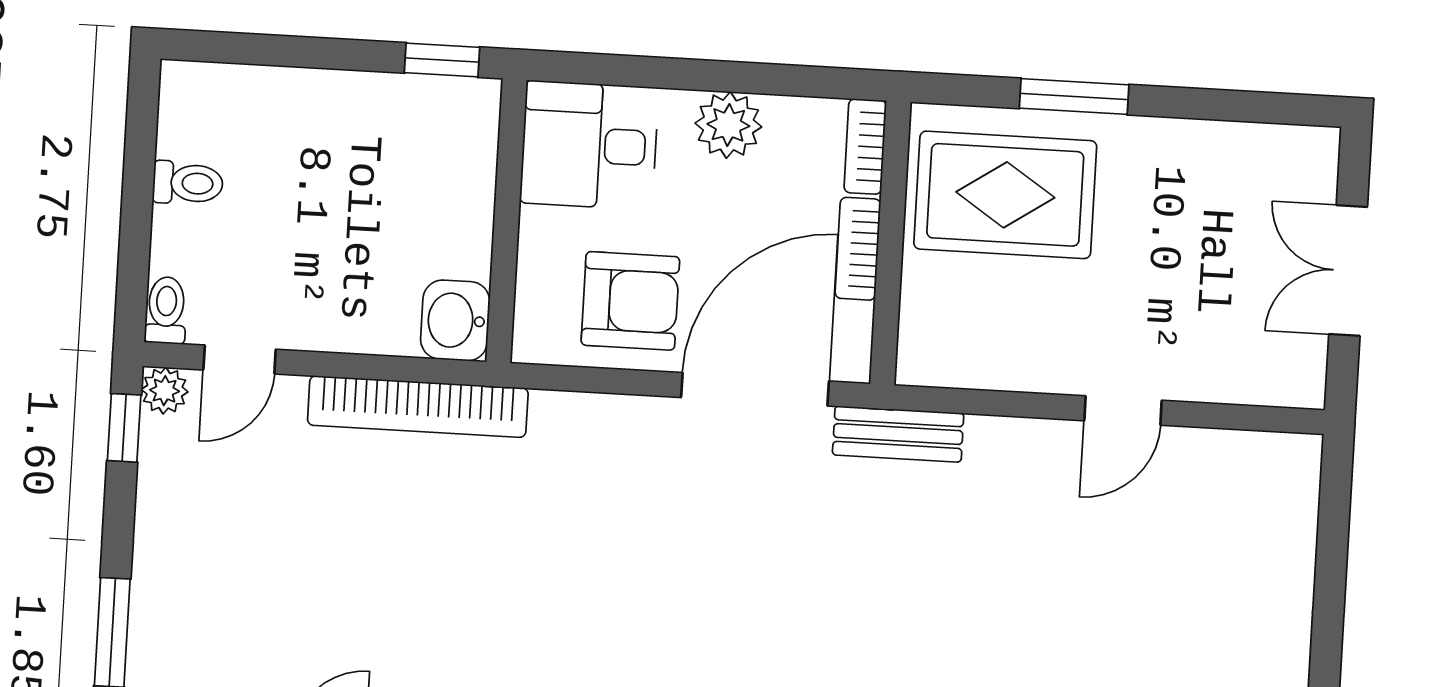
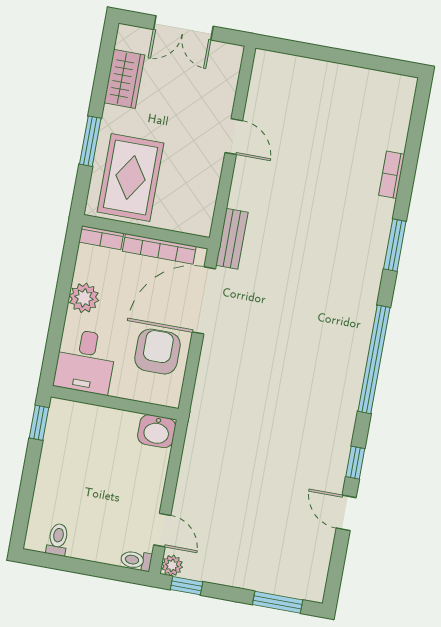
wardrobe: (1220, 155) -> (124, 79), added
toilet: (188, 183) -> (58, 539), moved
bookcase: (858, 249) -> (159, 249), width x1.56
door: (755, 389) -> (204, 300), hinge flipped
bookcase: (418, 407) -> (193, 453), removed

